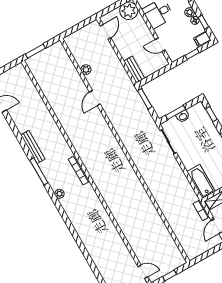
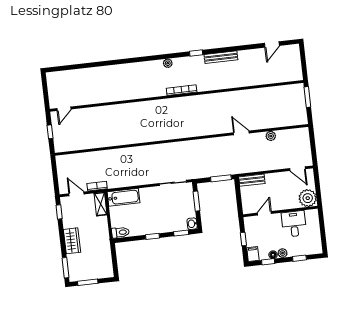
washbasin: (183, 116) -> (192, 224), moved
window: (39, 171) -> (196, 53), width x0.46

